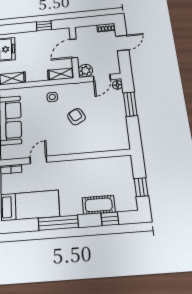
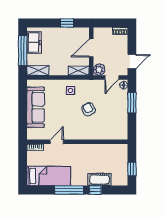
door: (122, 43) -> (132, 62), moved
window: (110, 219) -> (95, 190), moved

